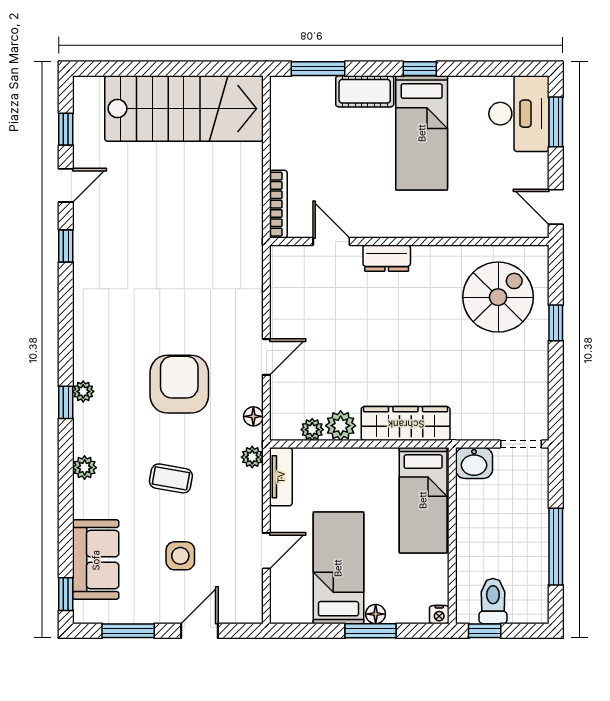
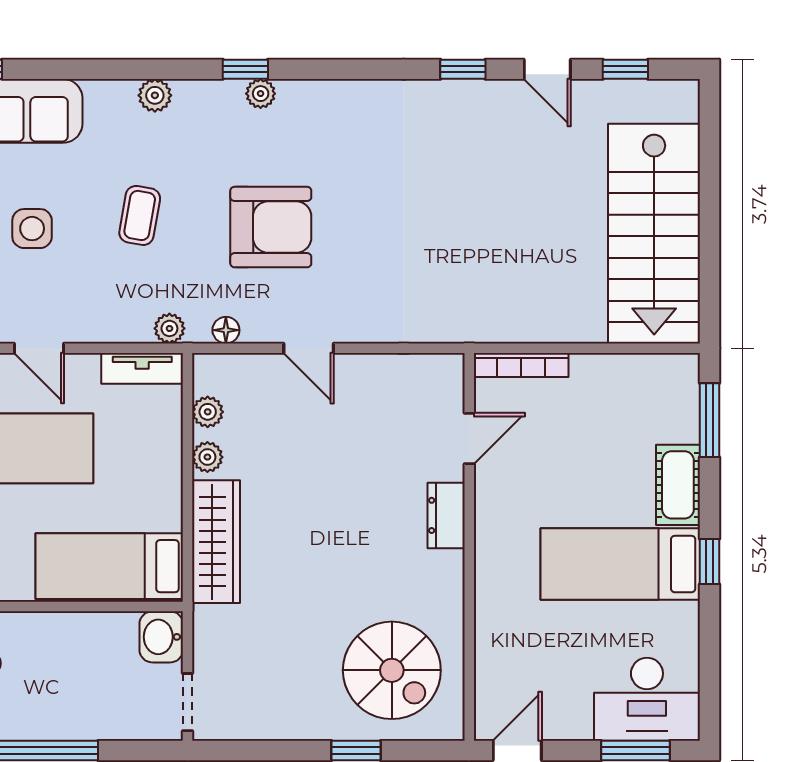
plant: (341, 426) -> (207, 457), width x0.73, depth x0.73

